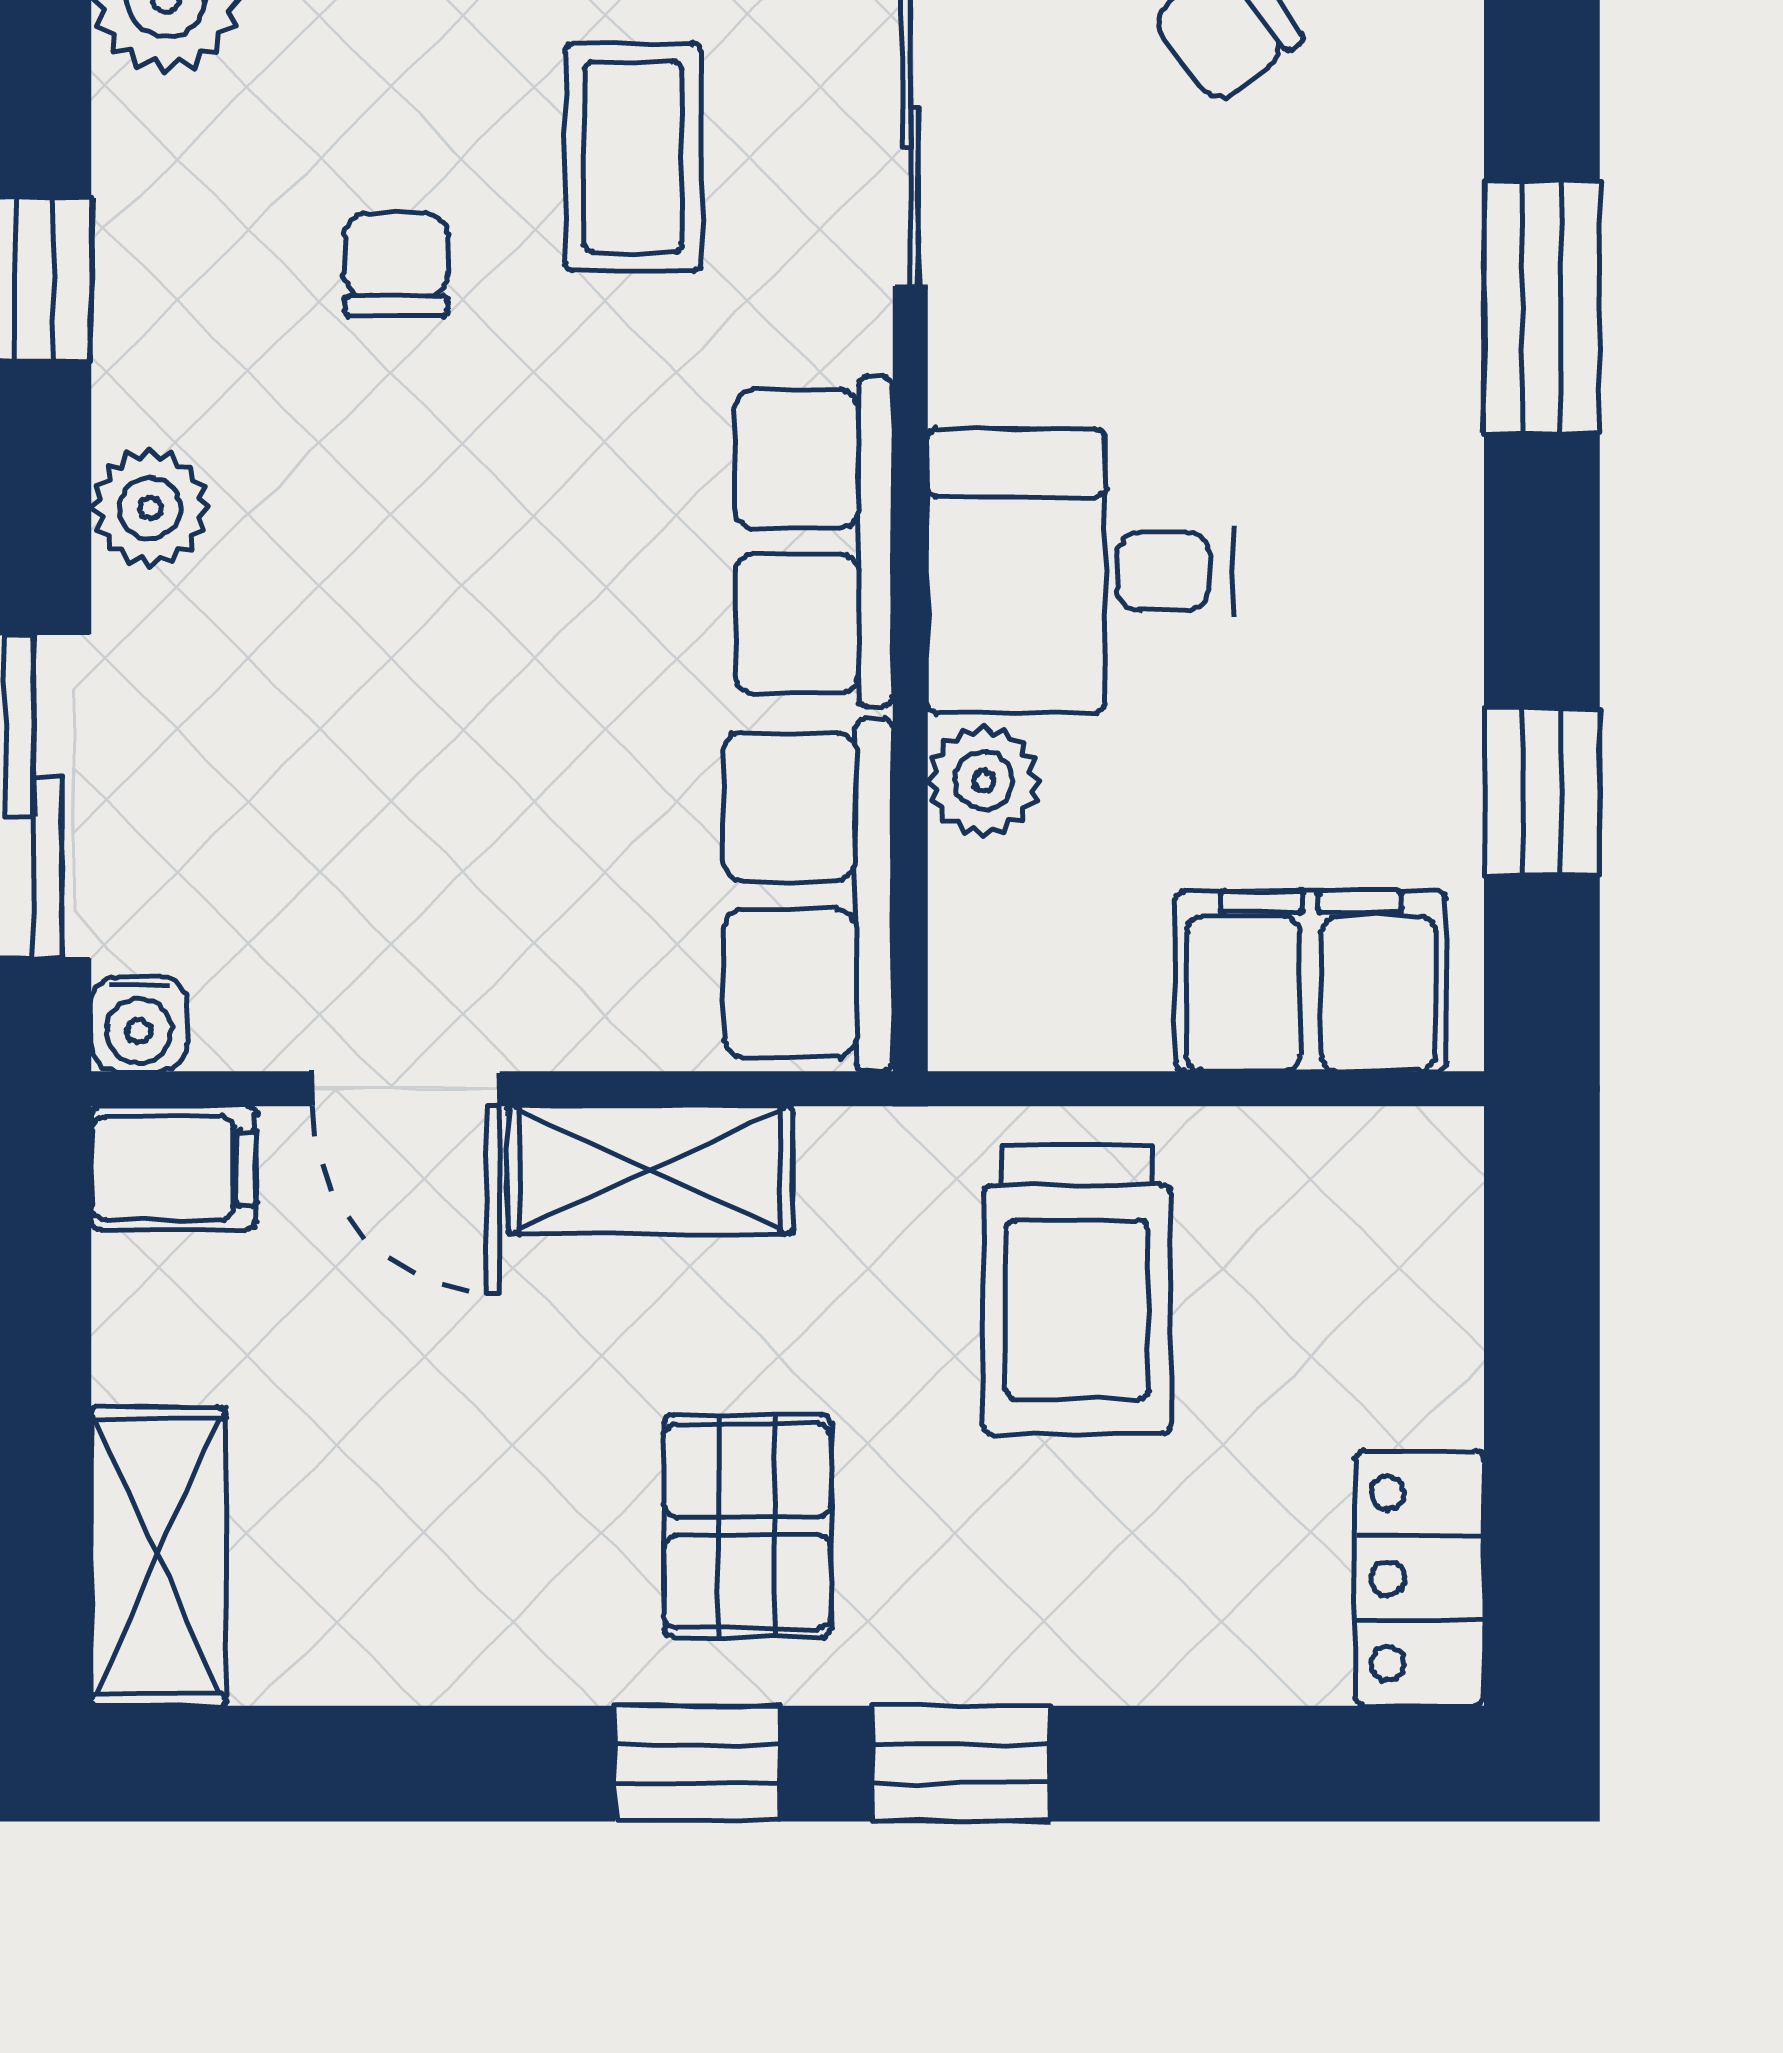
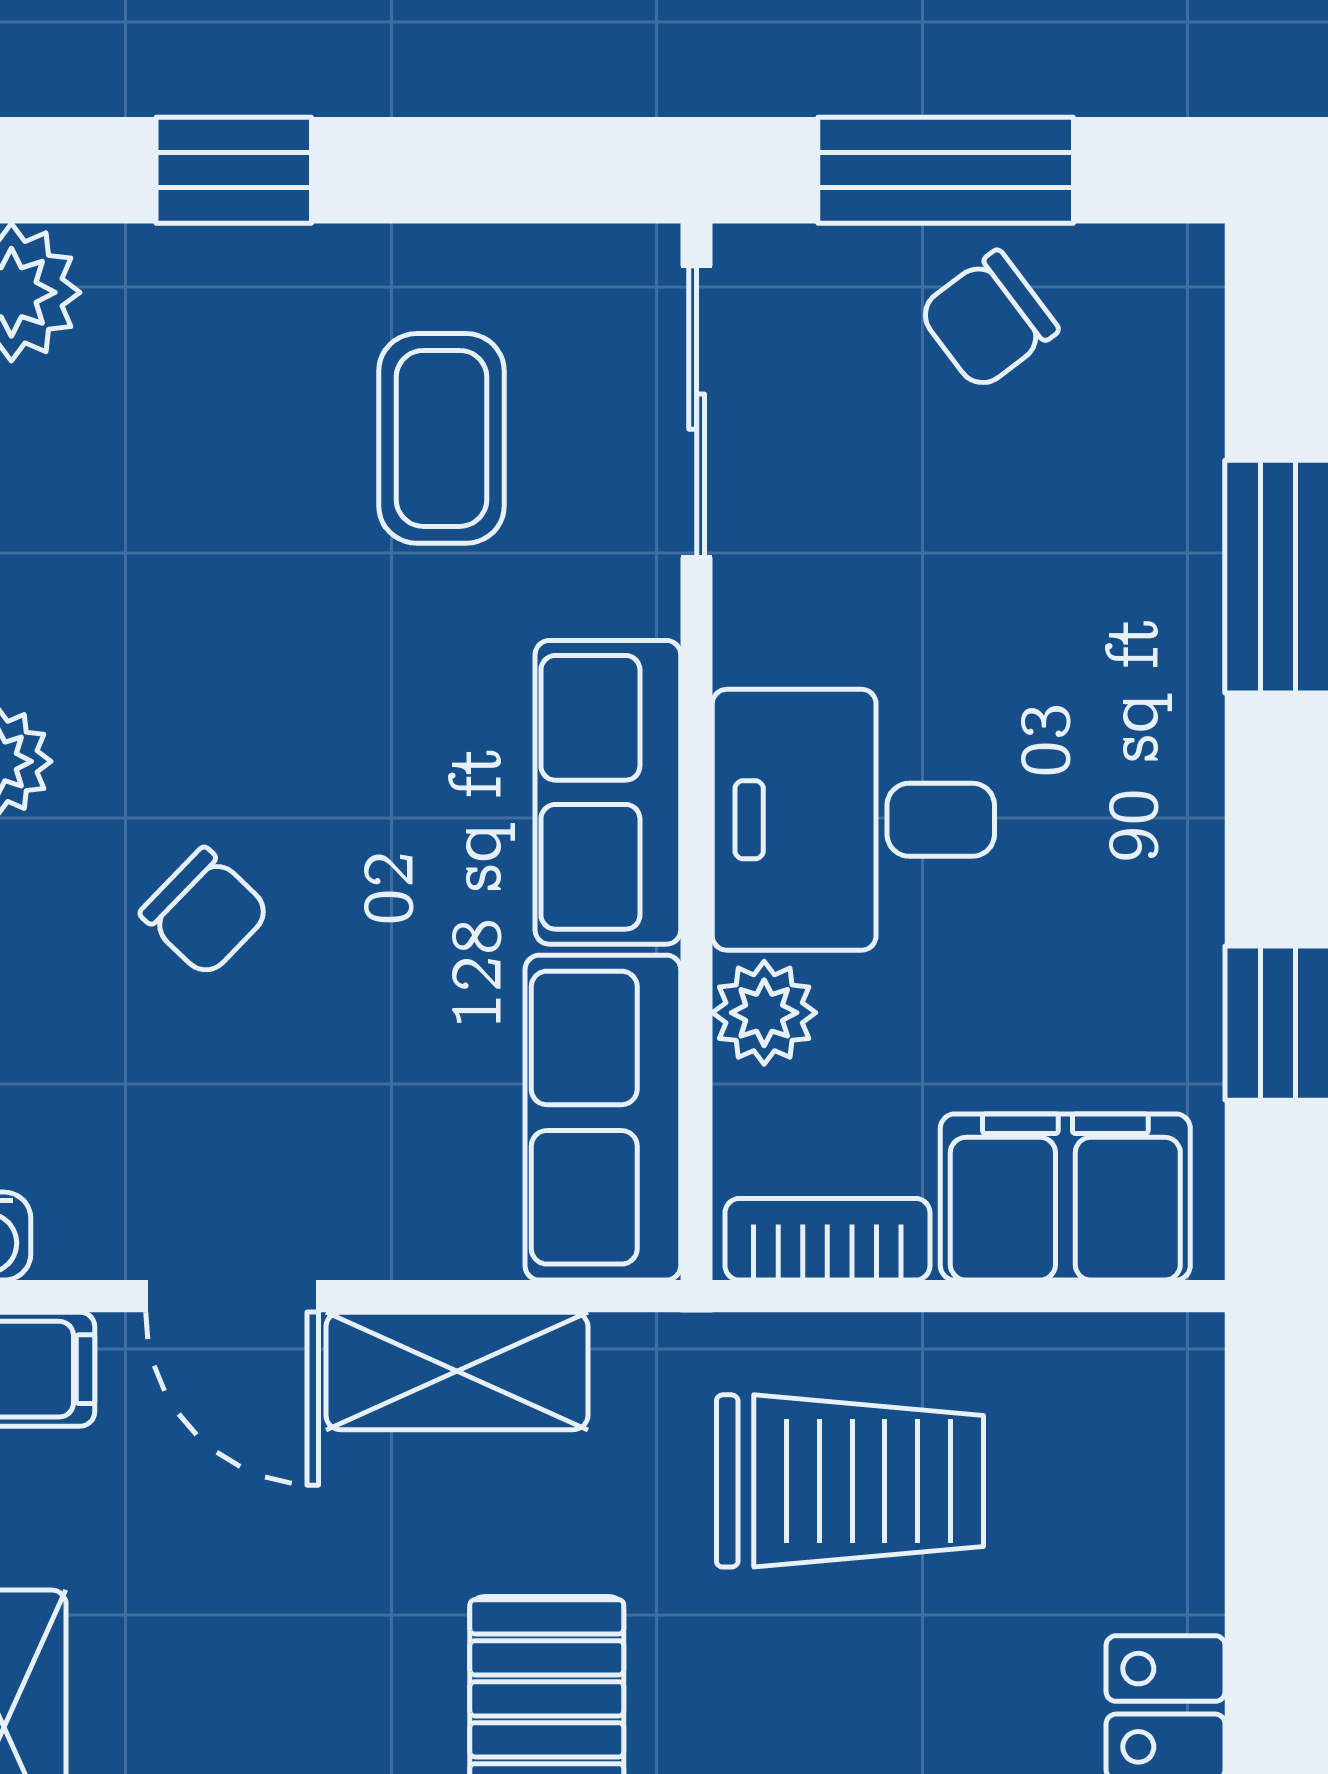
chair: (396, 264) -> (205, 912), moved, turned 134
bookcase: (1052, 1027) -> (827, 1239), added
trolley: (1077, 1289) -> (850, 1481), turned -90

